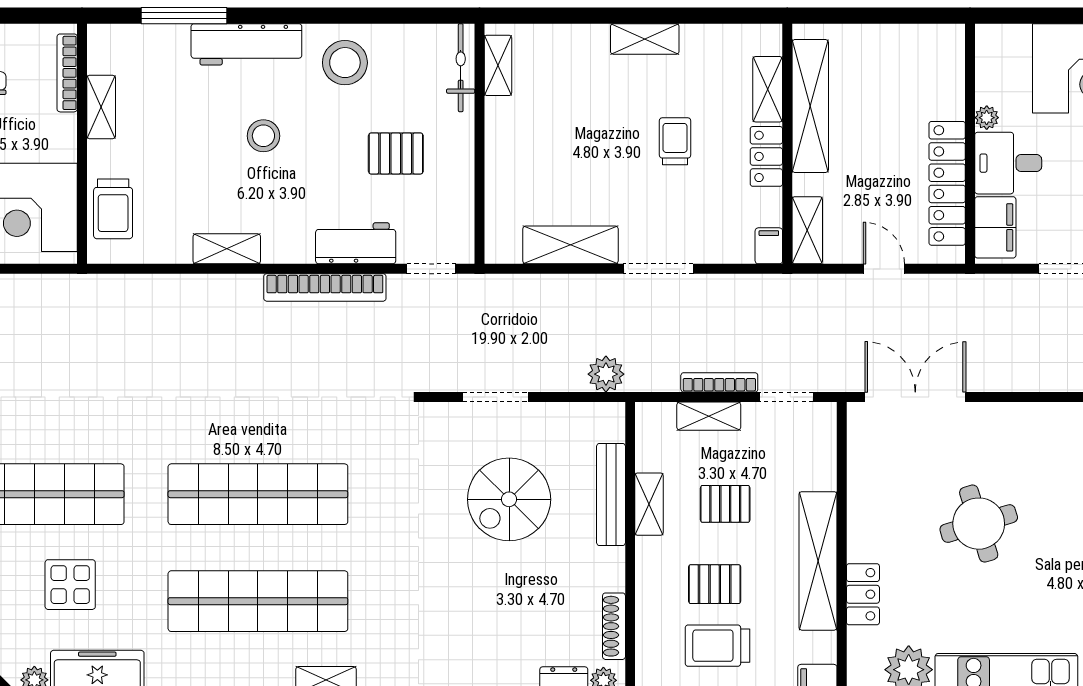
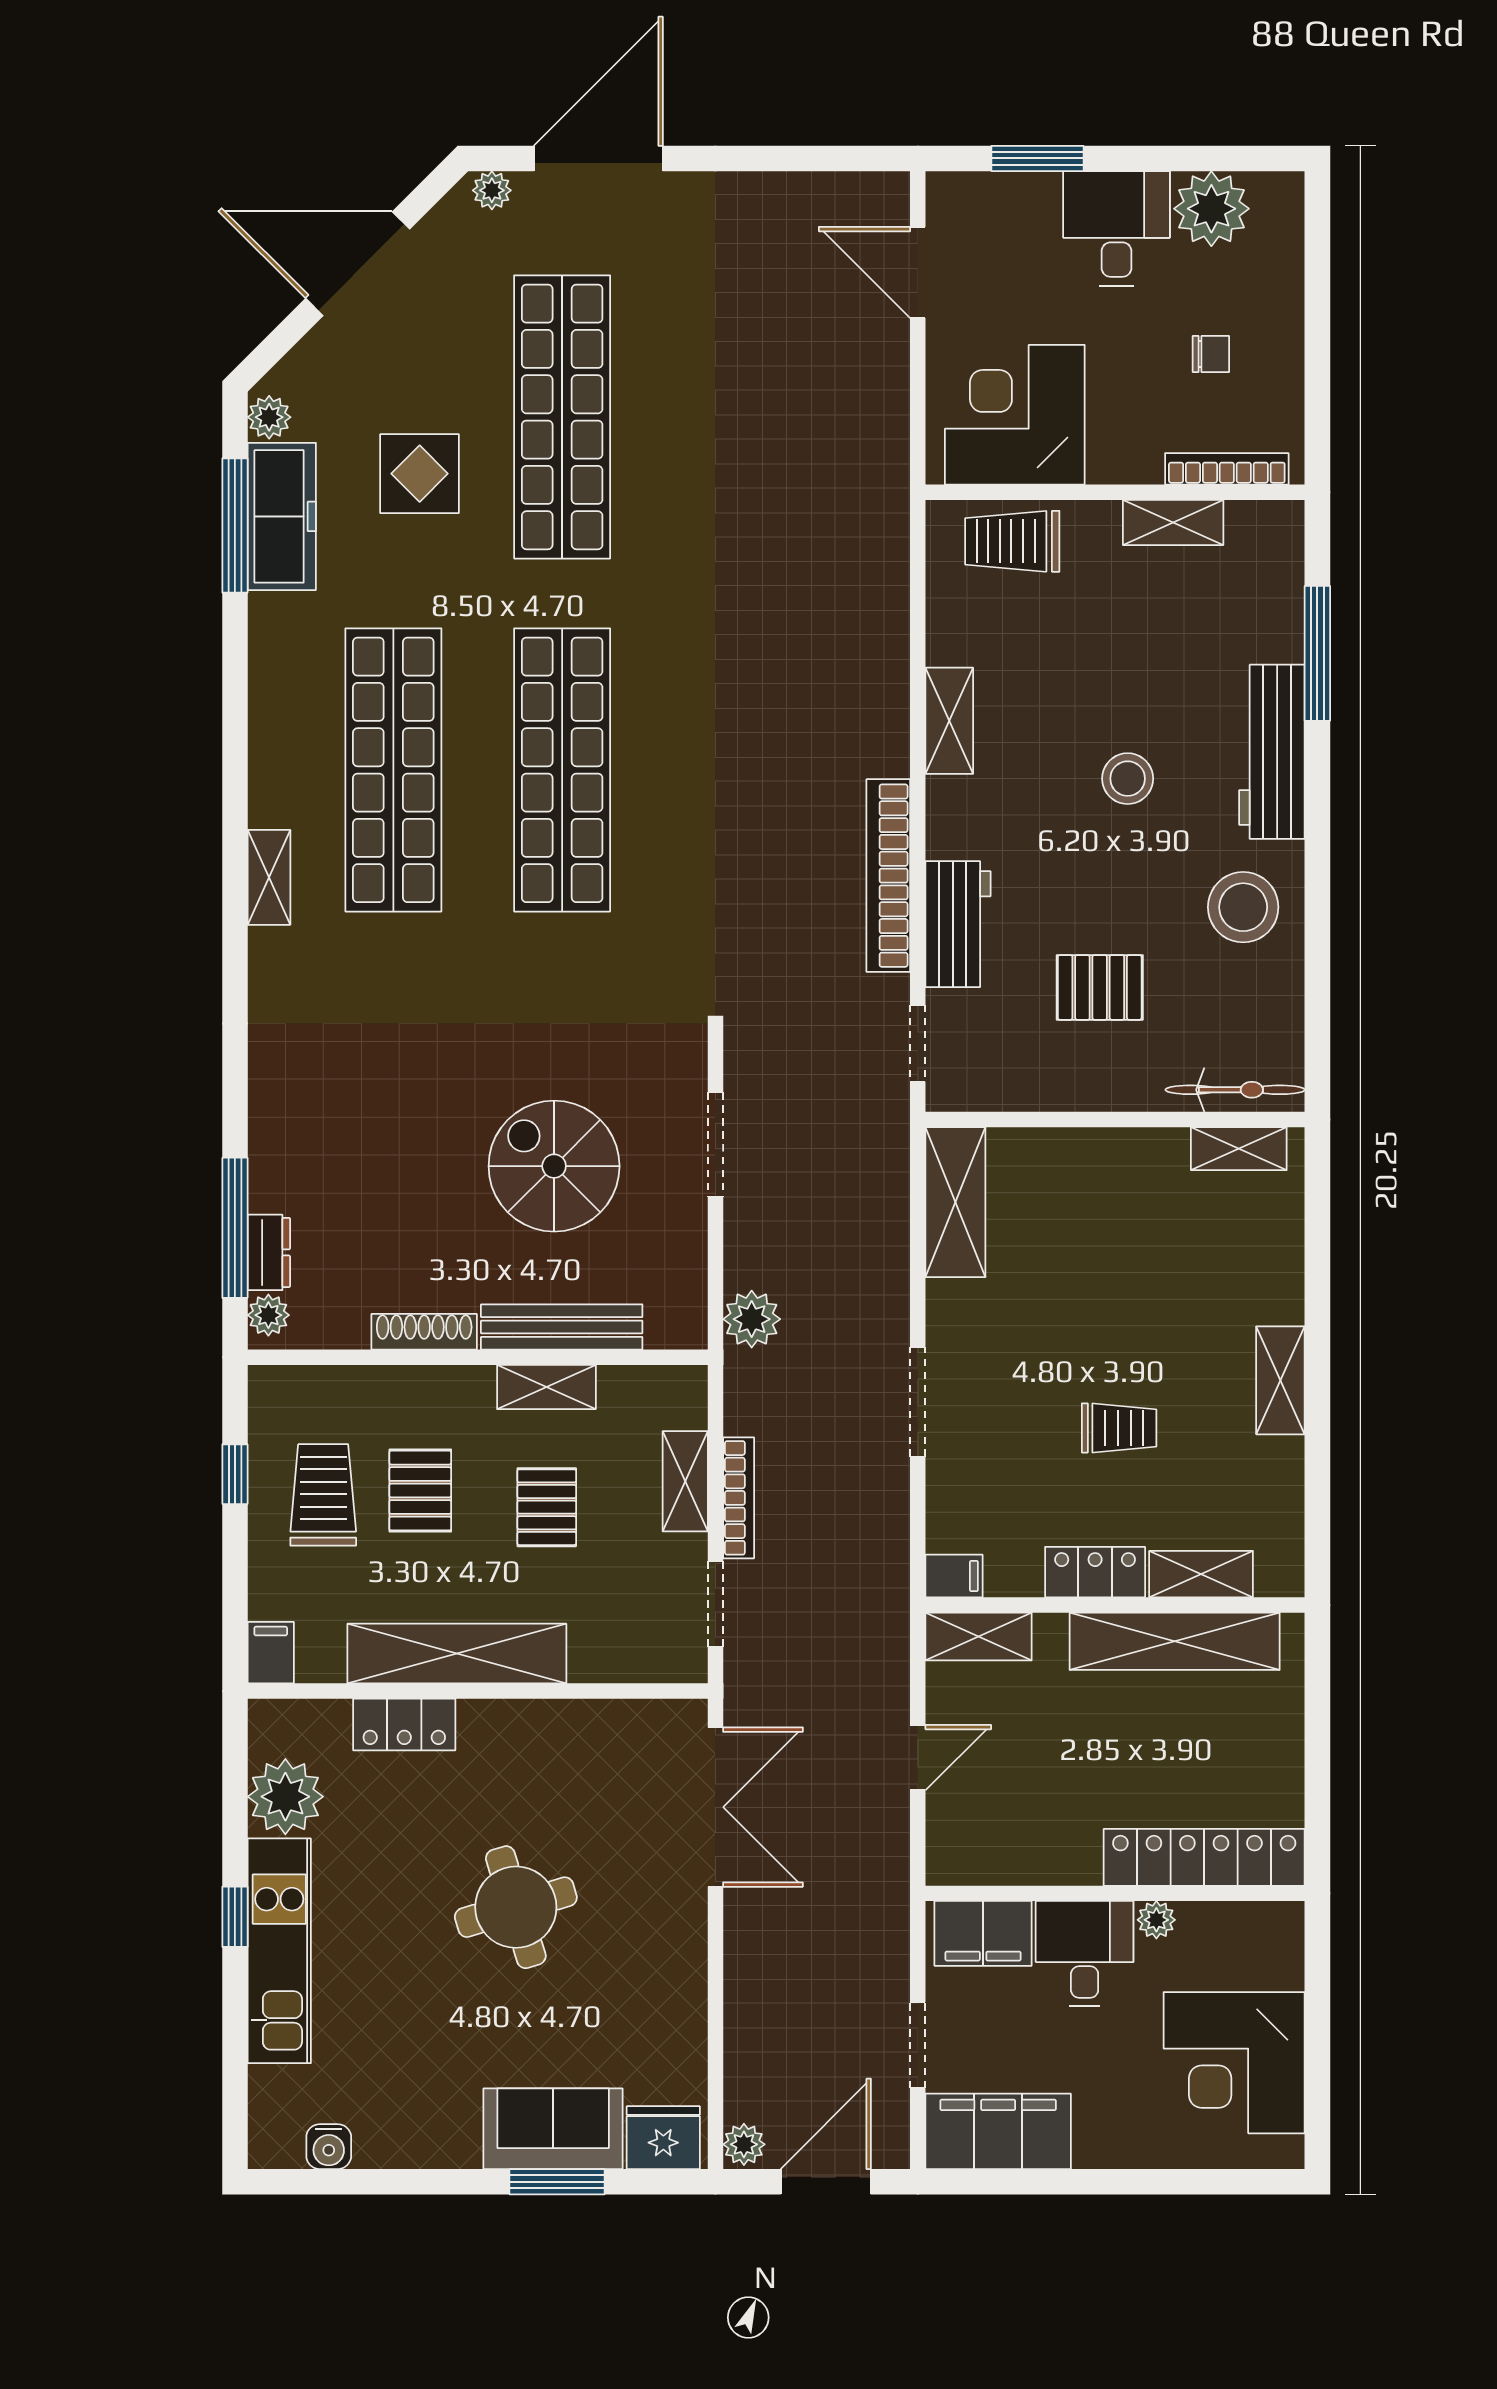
pallet: (396, 153) -> (1100, 987), turned 90
locker: (947, 183) -> (1204, 1857), moved
shelving: (570, 245) -> (955, 1202), moved
shoe rack: (614, 626) -> (424, 1332), moved

